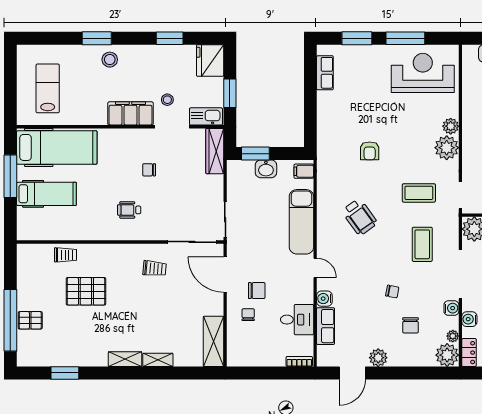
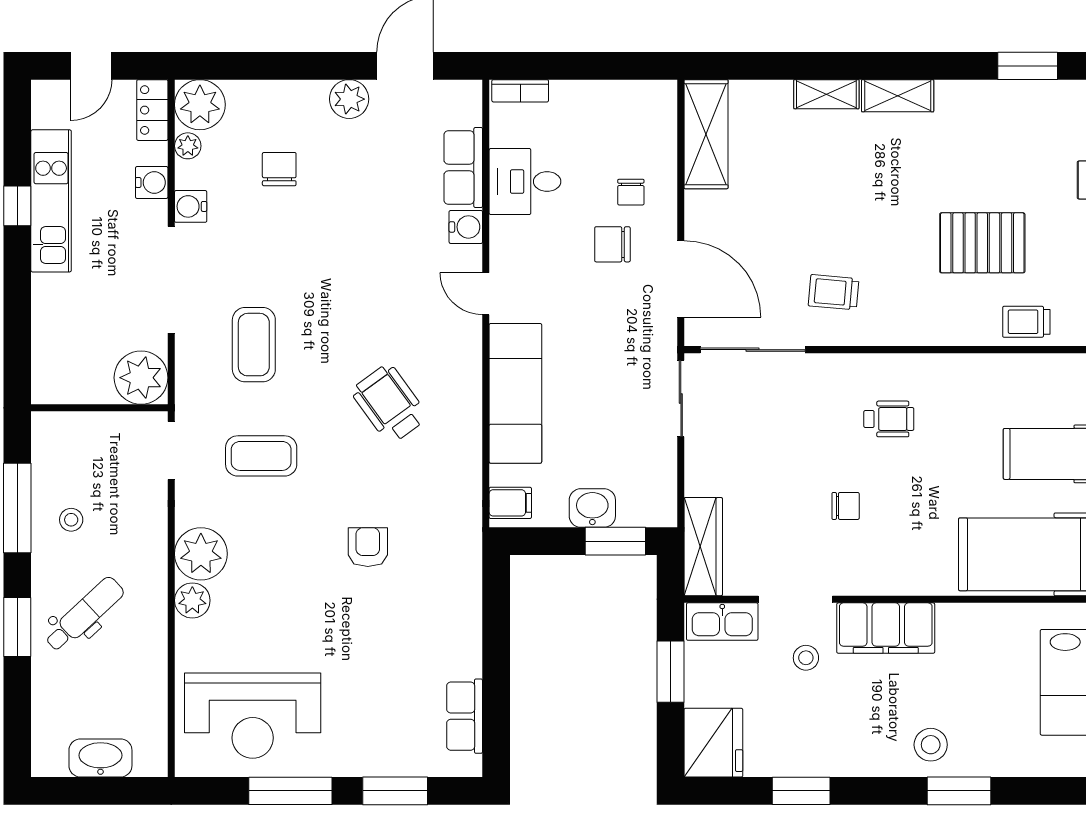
chair: (392, 292) -> (319, 242), removed

